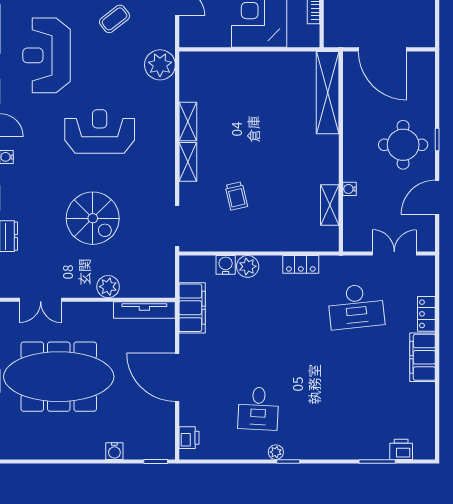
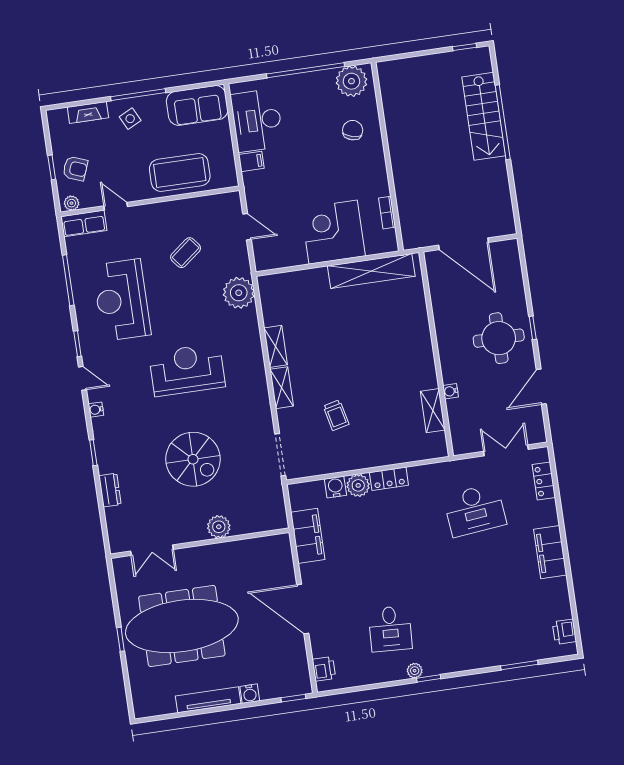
shelving: (328, 93) -> (371, 271), moved, turned 90
locker: (301, 264) -> (389, 479), moved
tv unit: (144, 310) -> (208, 700), moved, turned 180
locker: (426, 314) -> (544, 481), moved
printer: (401, 449) -> (564, 632), moved, turned -90

